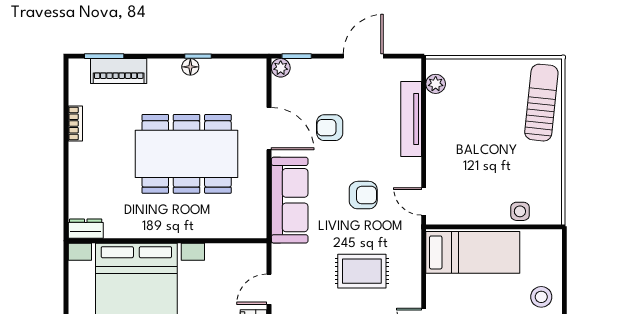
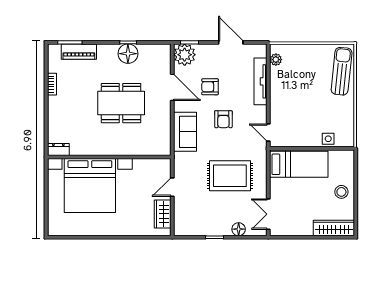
door: (363, 56) -> (231, 42), hinge flipped
floor lamp: (190, 67) -> (128, 54), width x1.89, depth x1.89
plant: (281, 68) -> (185, 55), width x1.87, depth x1.87
dining table: (187, 154) -> (121, 103), width x0.73, depth x0.80
armchair: (363, 195) -> (223, 119), moved, turned 90
sofa: (290, 200) -> (185, 132), width x0.73
rug: (362, 271) -> (230, 176), width x1.36, depth x1.43

